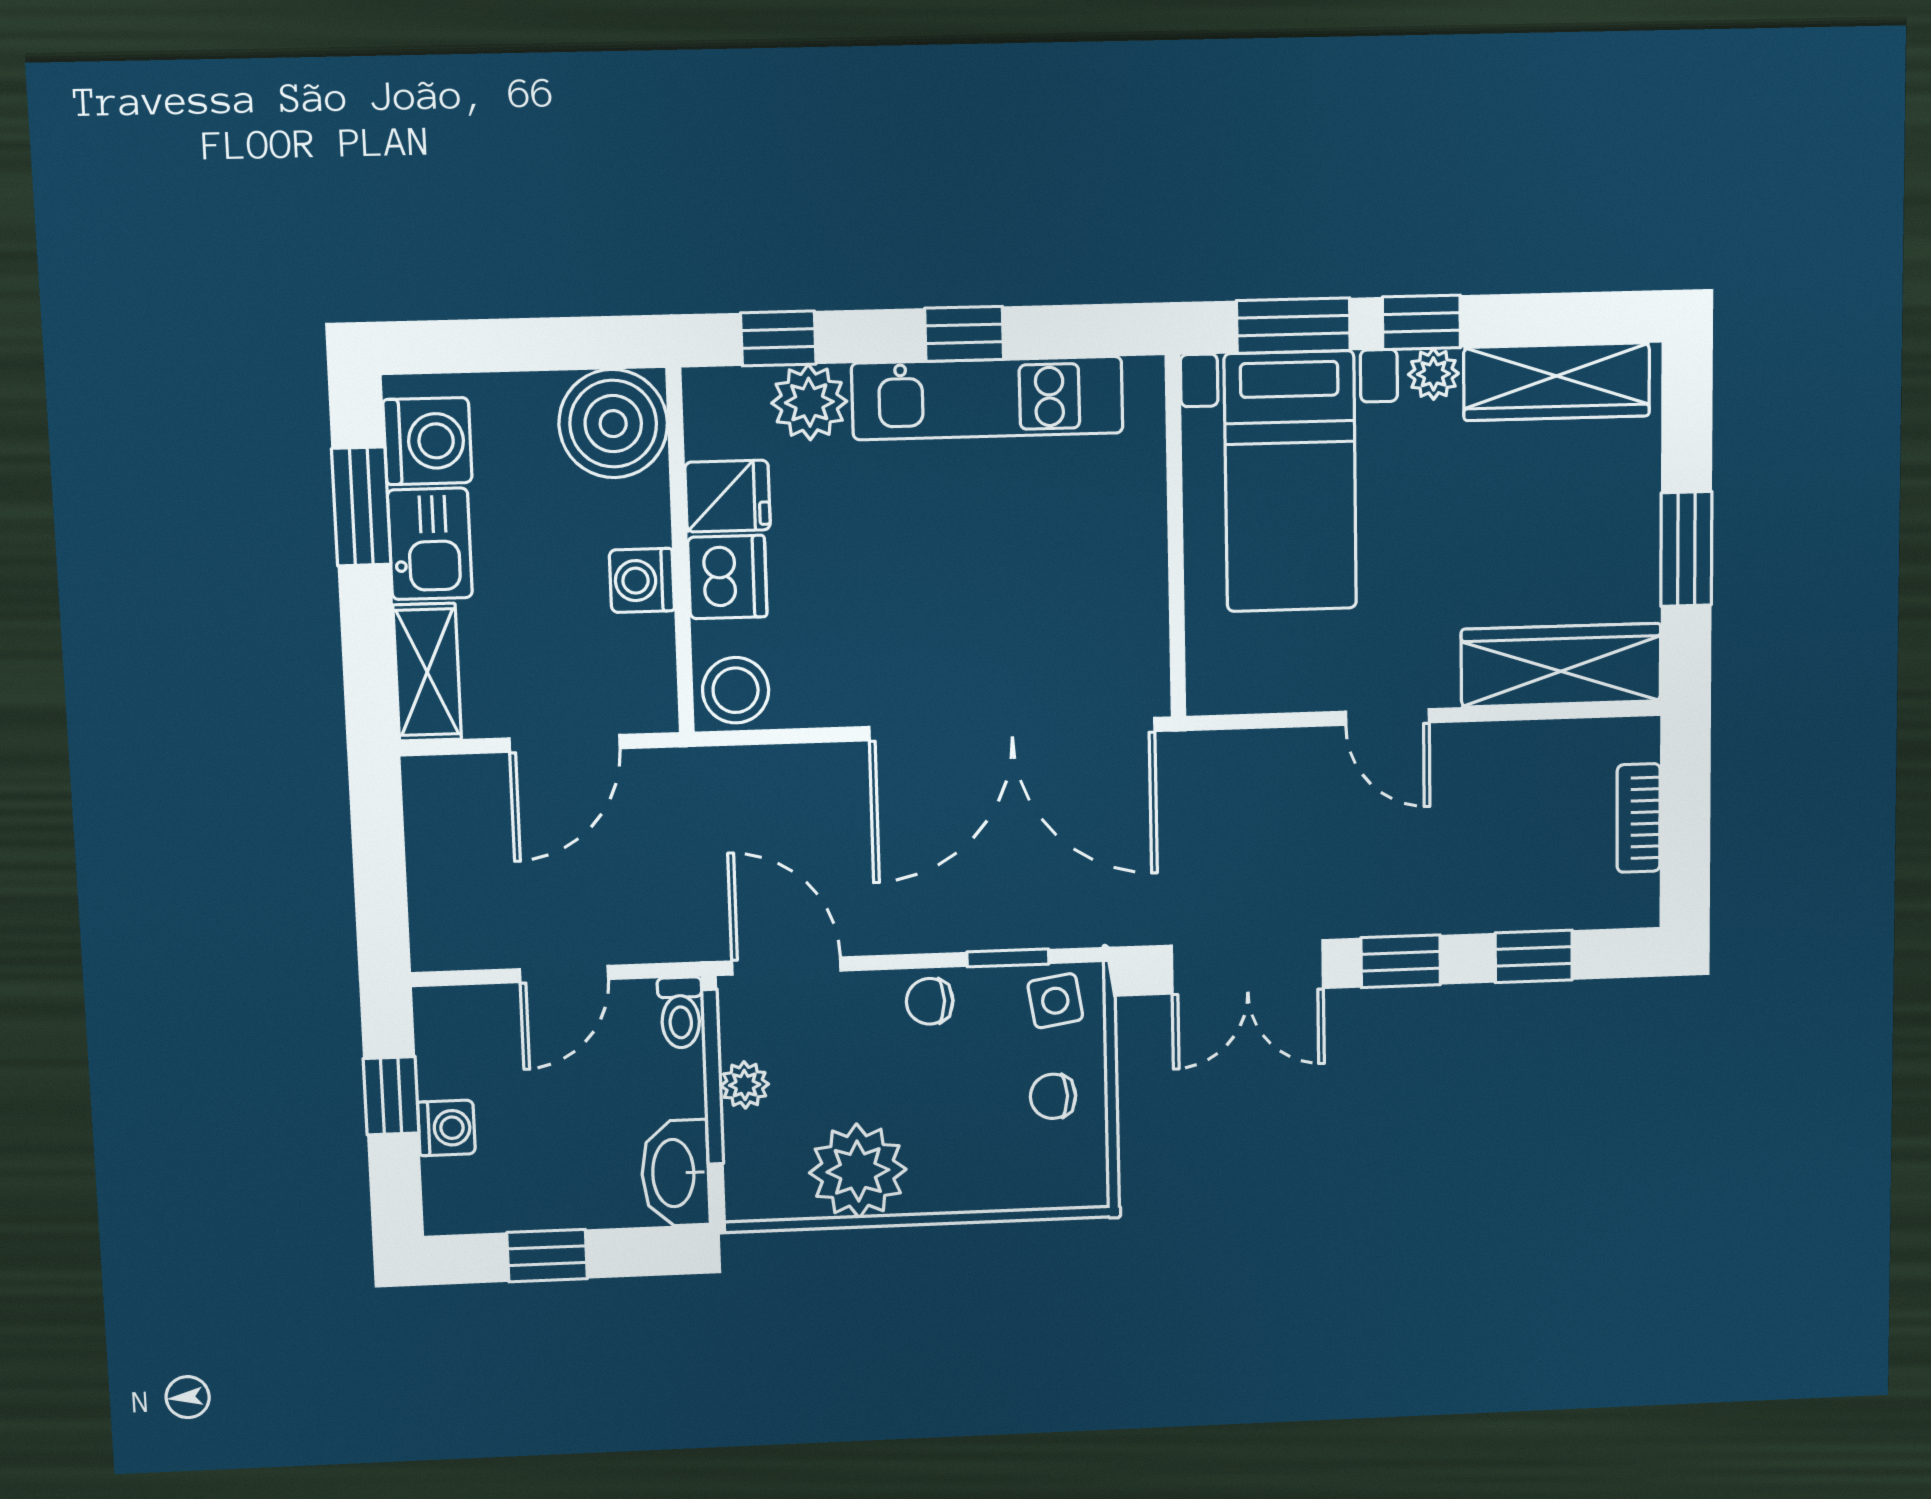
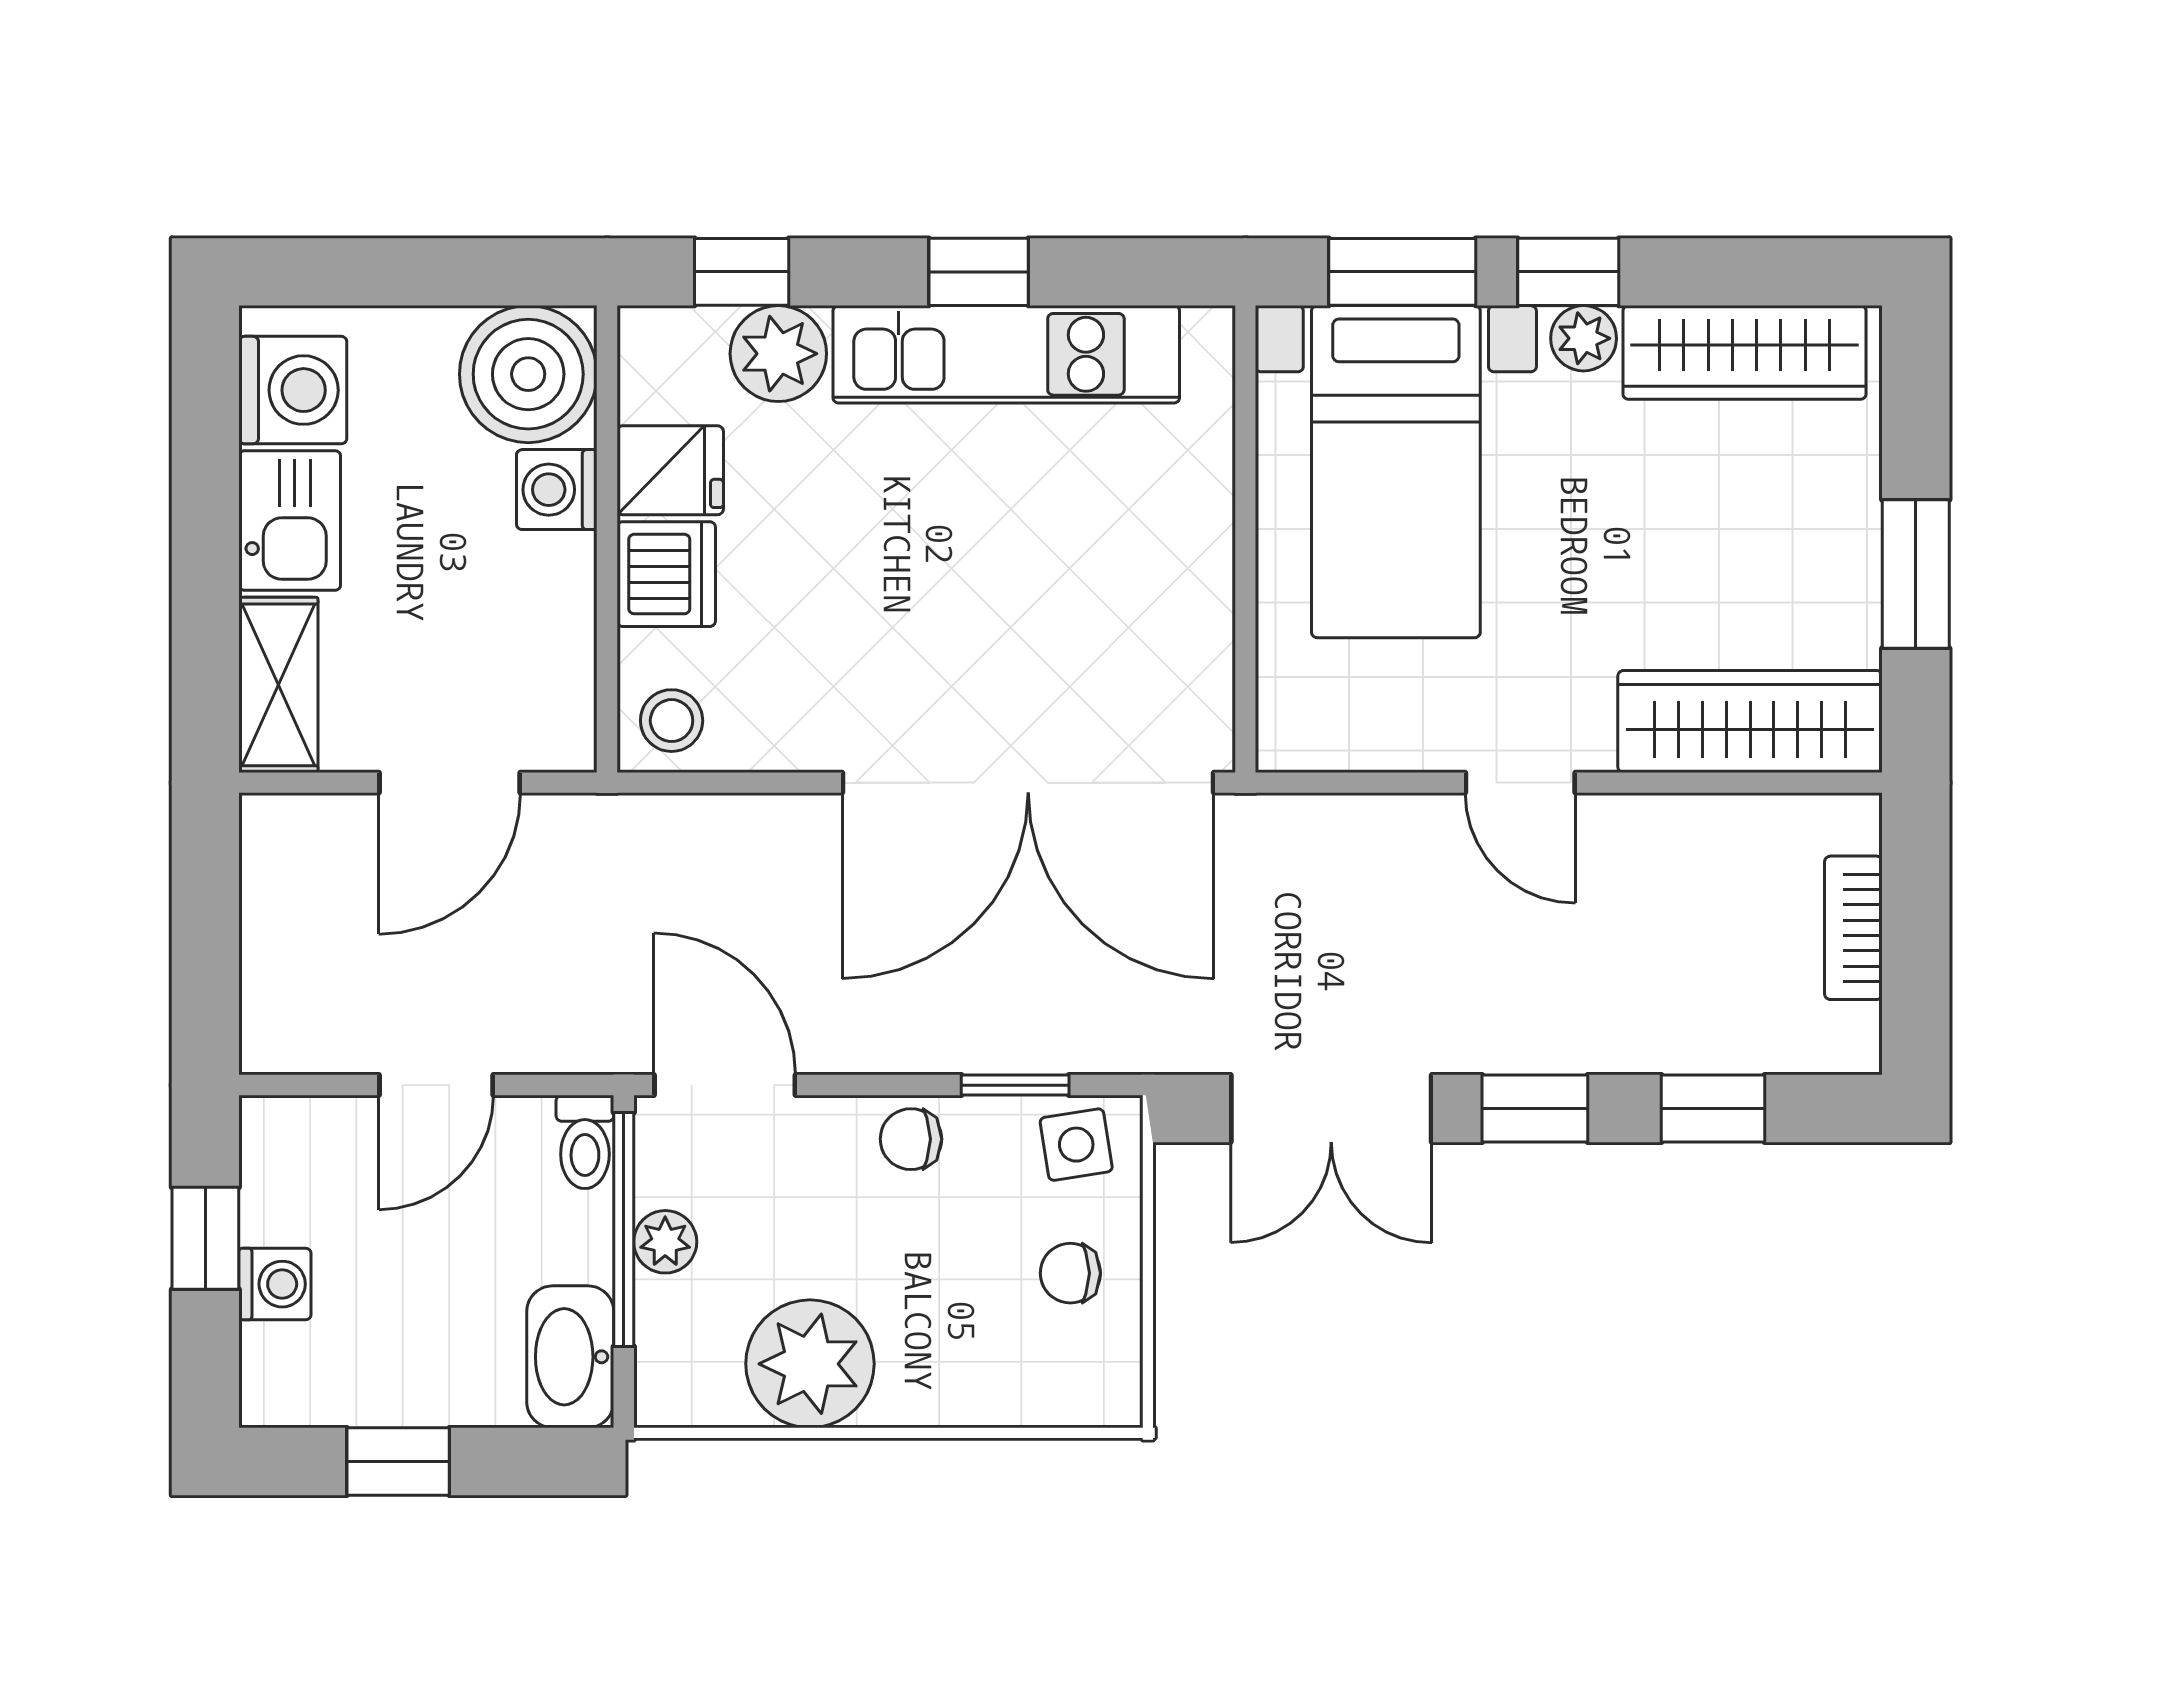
window: (361, 506) -> (205, 471), removed
washing machine: (642, 580) -> (557, 490), moved
stool: (736, 690) -> (672, 721), width x0.73, depth x0.73

